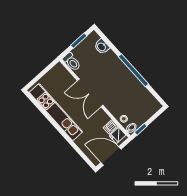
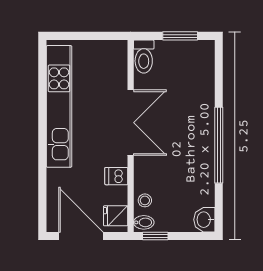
washbasin: (102, 47) -> (204, 220), moved
double door: (90, 93) -> (131, 123), swing flipped
dishwasher: (111, 127) -> (116, 176), moved

